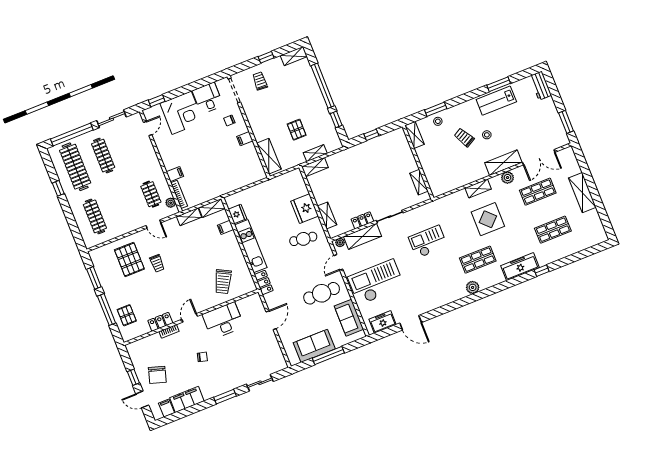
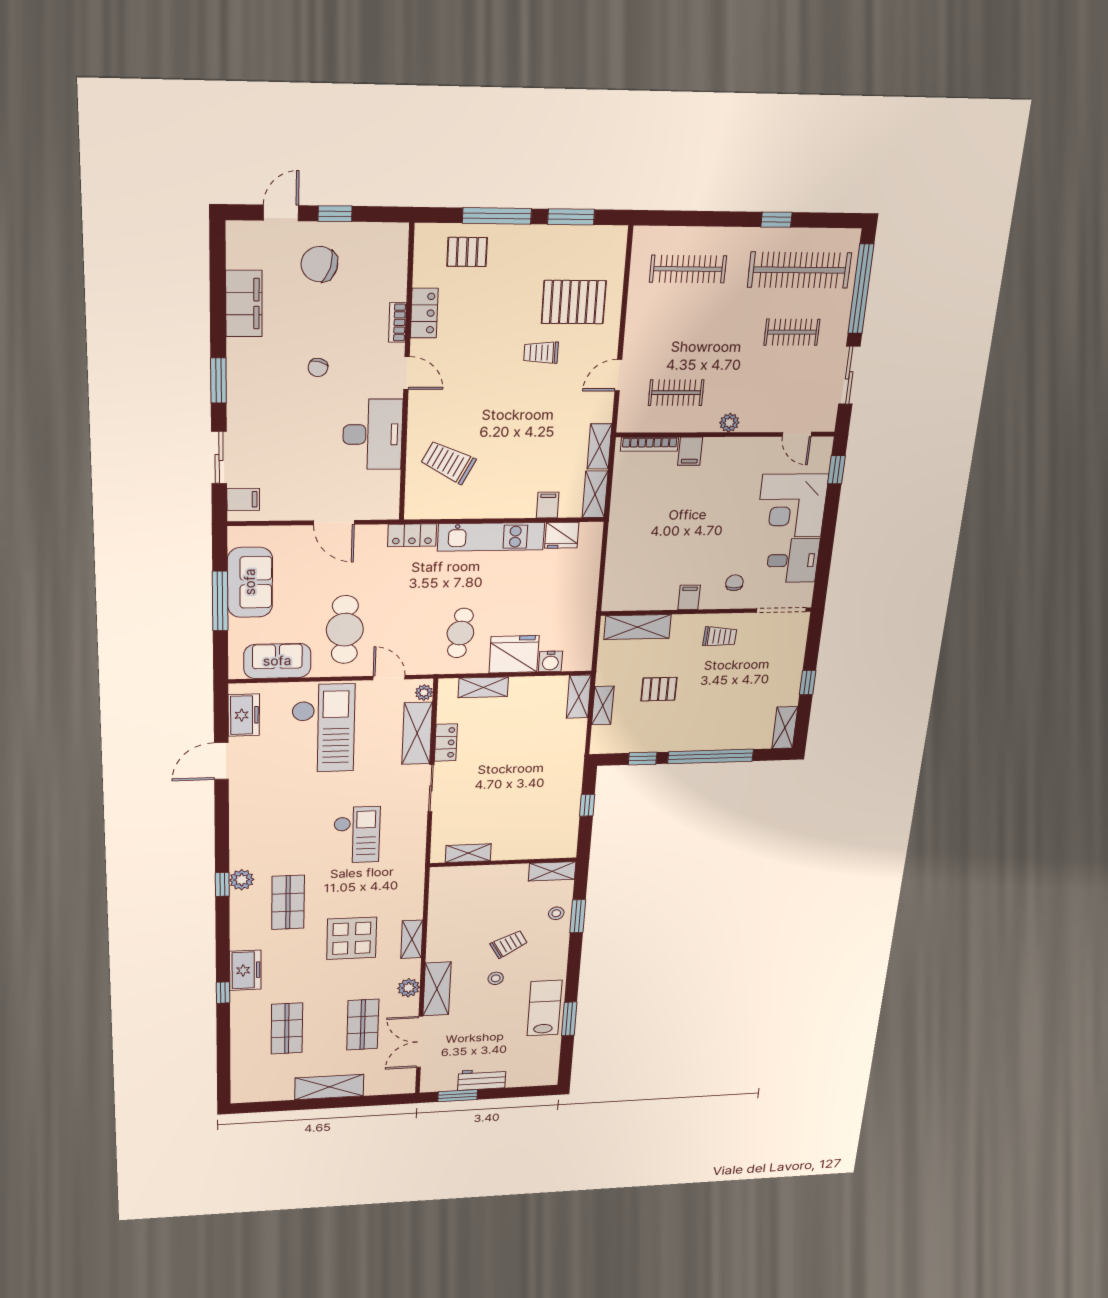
trolley: (260, 81) -> (720, 637), moved
workbench: (540, 86) -> (482, 1079), moved
clothes rail: (103, 156) -> (792, 332), width x0.73
water cooler: (302, 189) -> (550, 661), added
plant: (171, 203) -> (729, 423), moved
freezer: (520, 267) -> (245, 970), width x0.71
window: (478, 296) -> (222, 884), added
filing cabinet: (167, 408) -> (243, 499), moved

